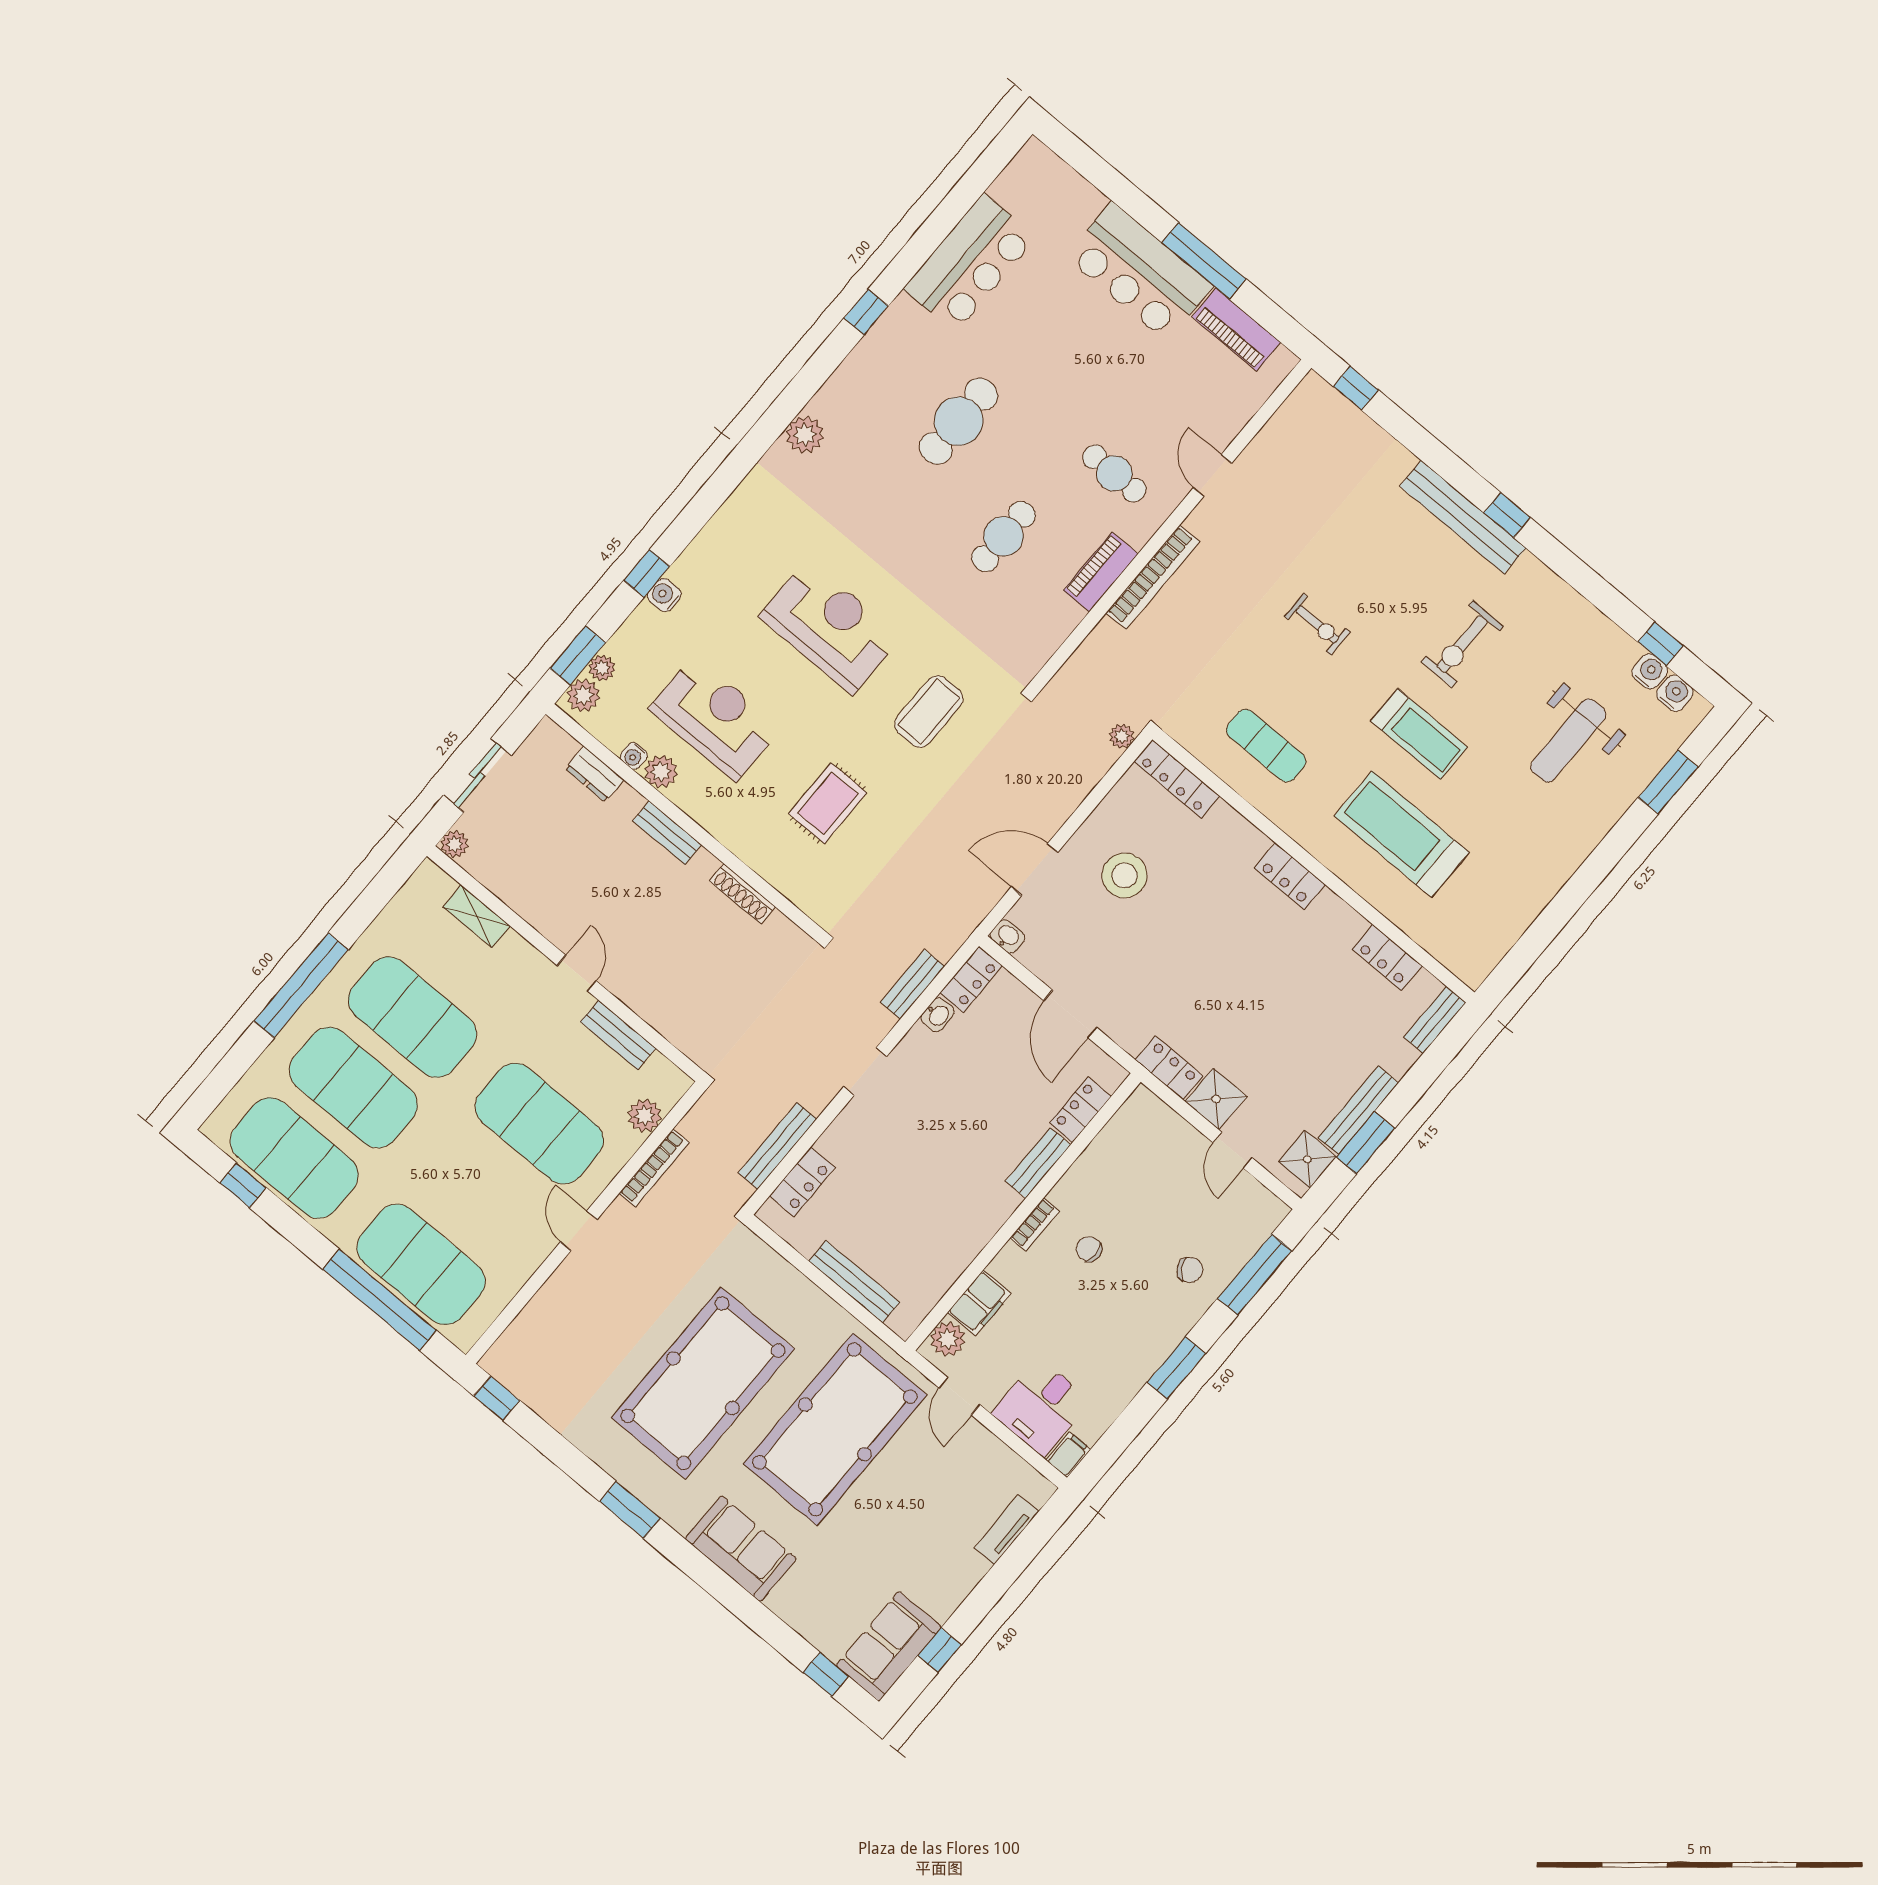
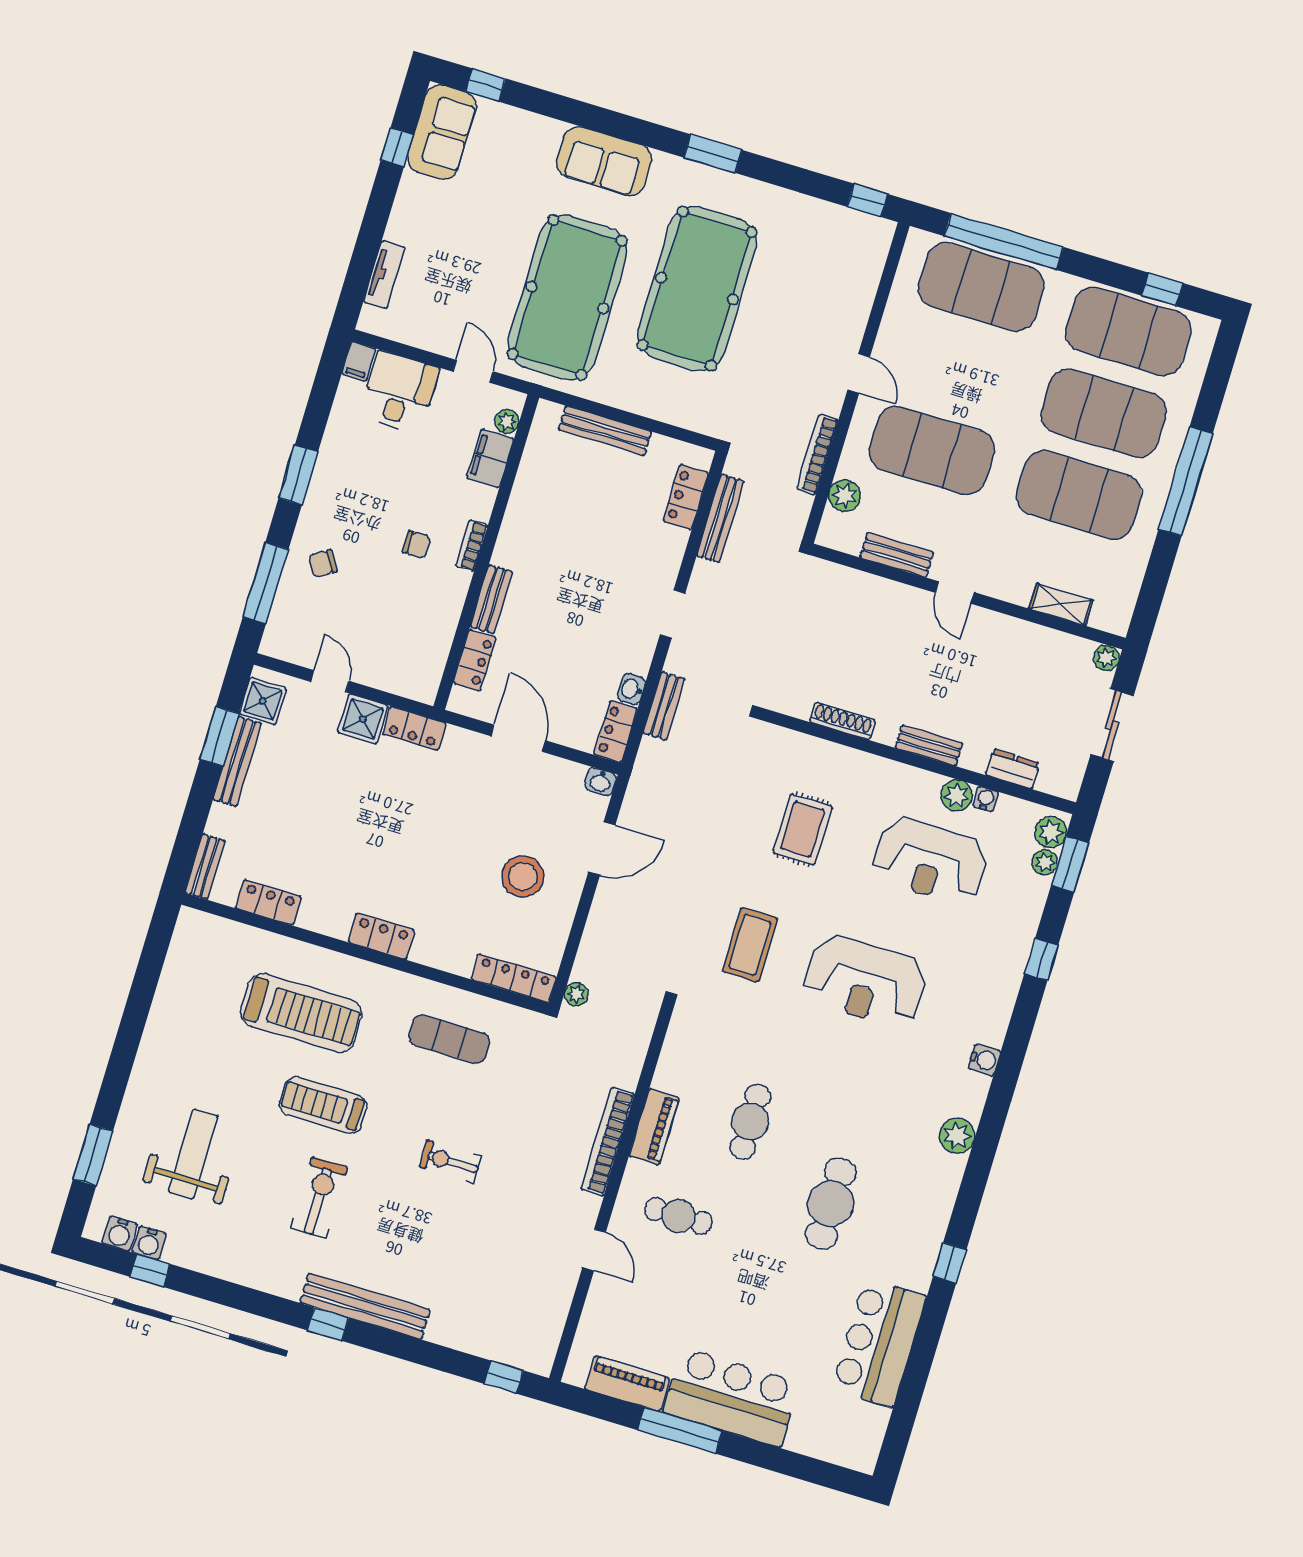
water cooler: (664, 595) -> (984, 1060), moved
plant: (948, 1339) -> (507, 421), width x0.73, depth x0.73

